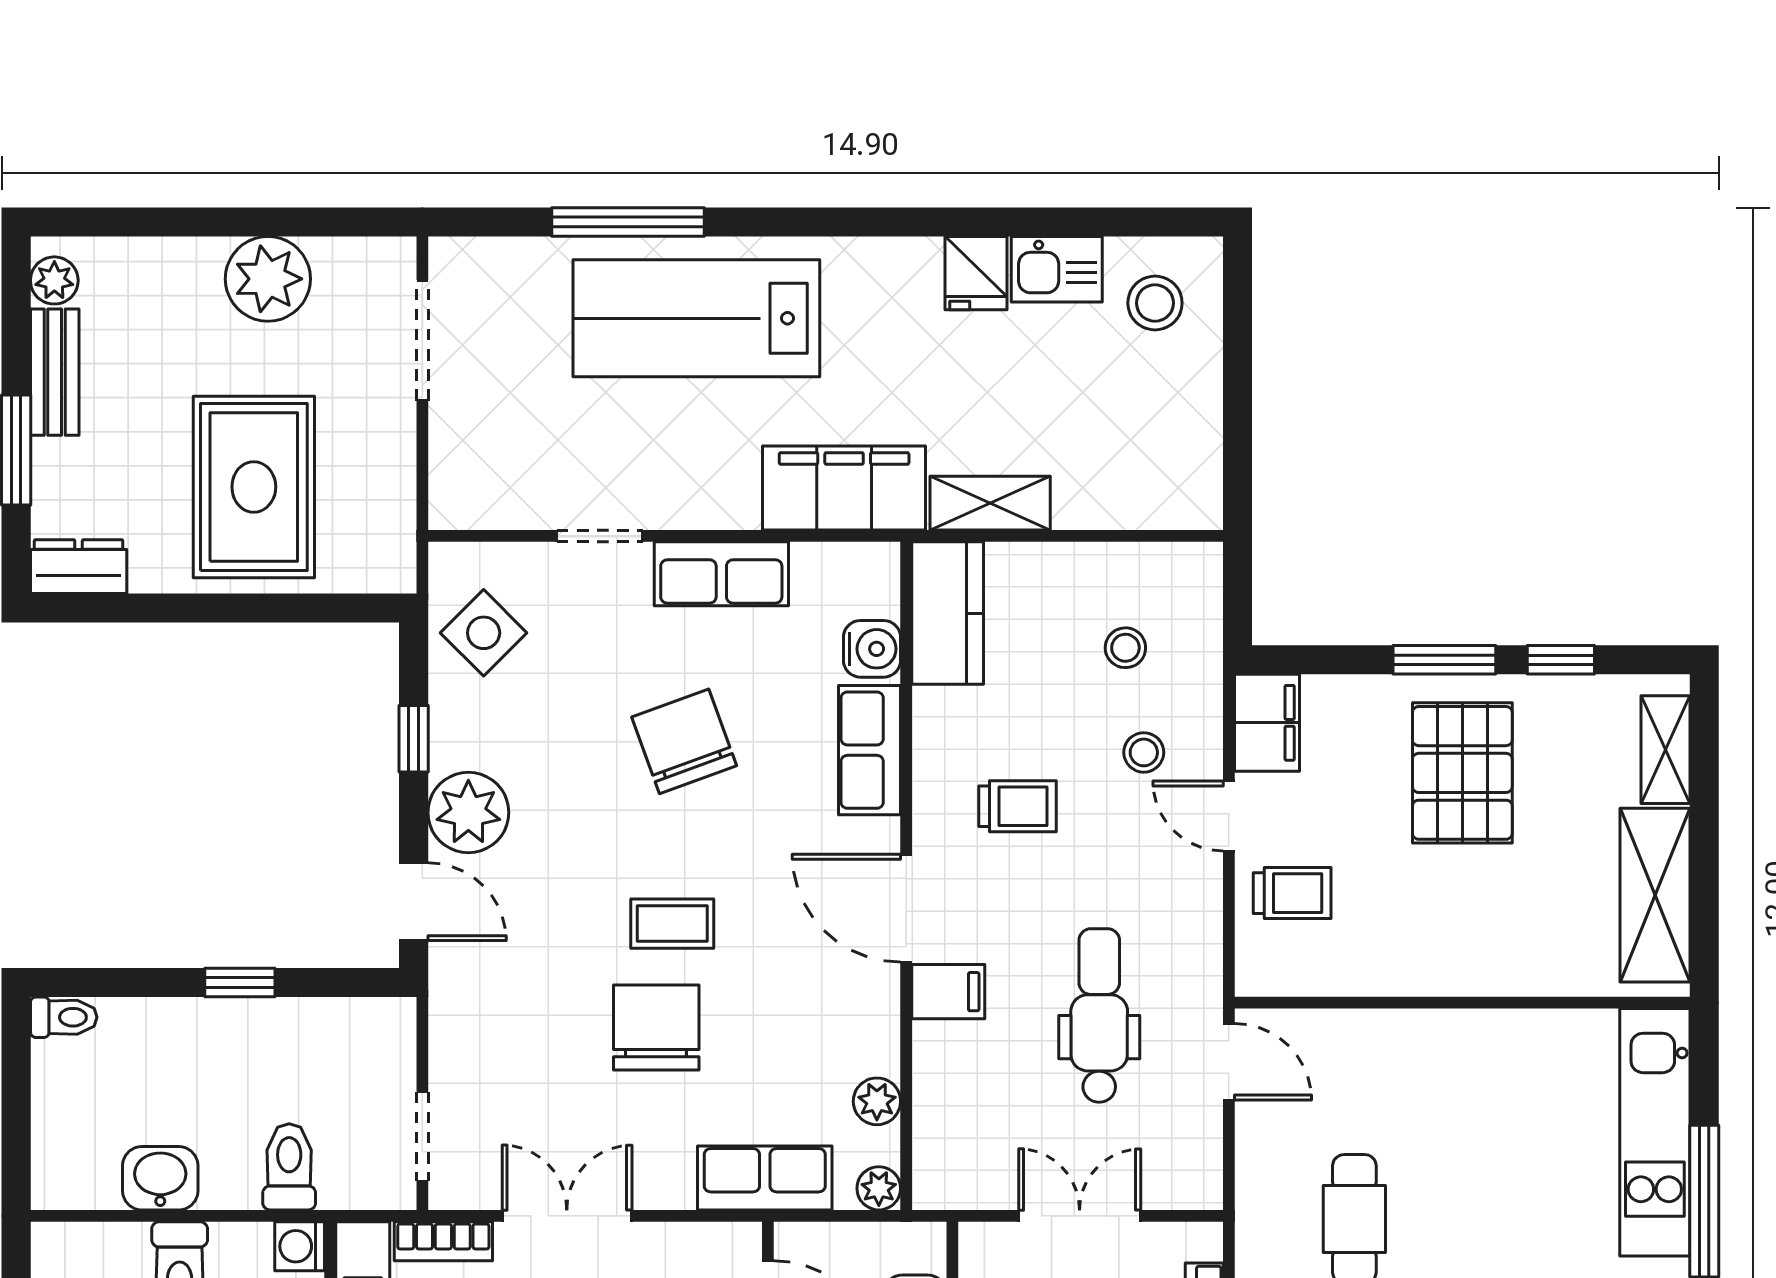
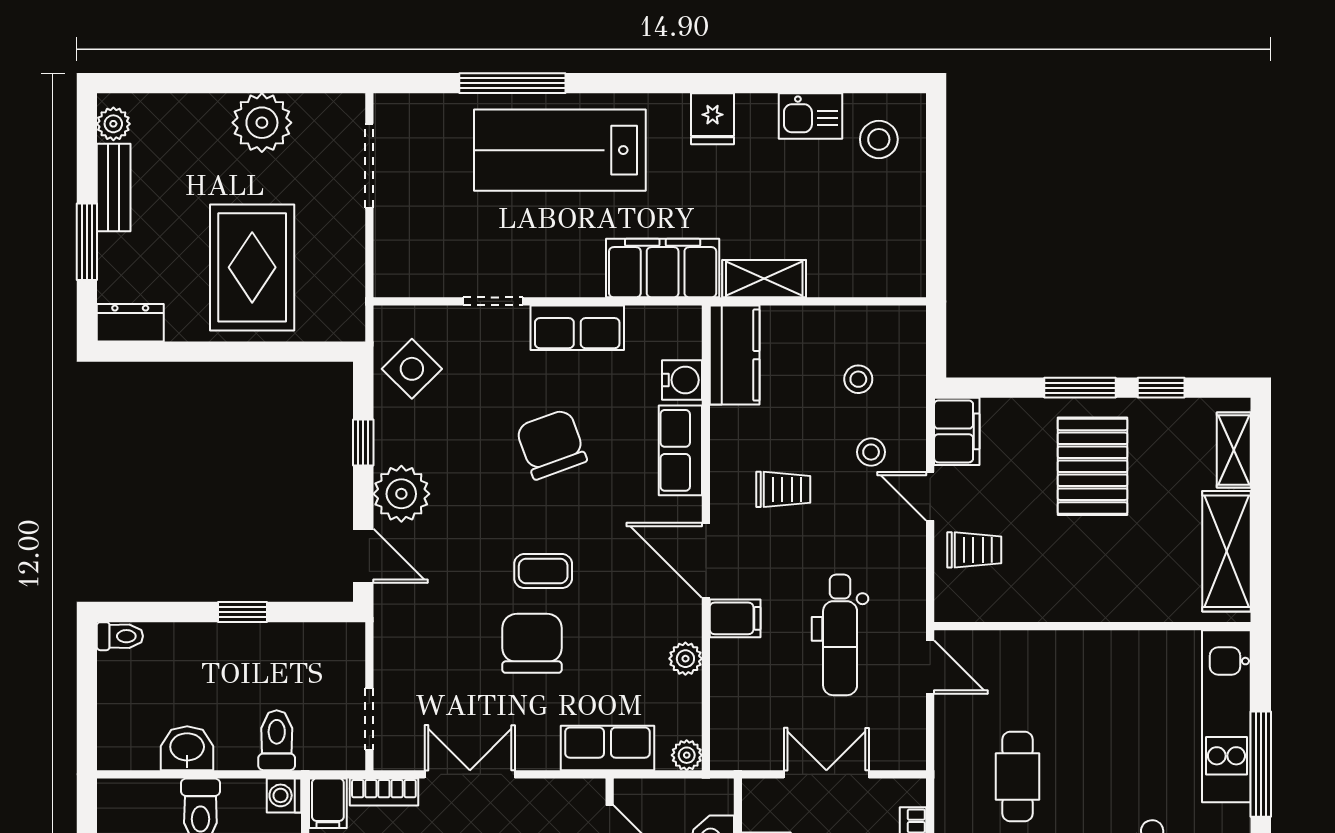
fridge: (976, 273) -> (713, 119), moved
dental chair: (1099, 1015) -> (840, 635), turned 180
plant: (877, 1101) -> (685, 659), moved

